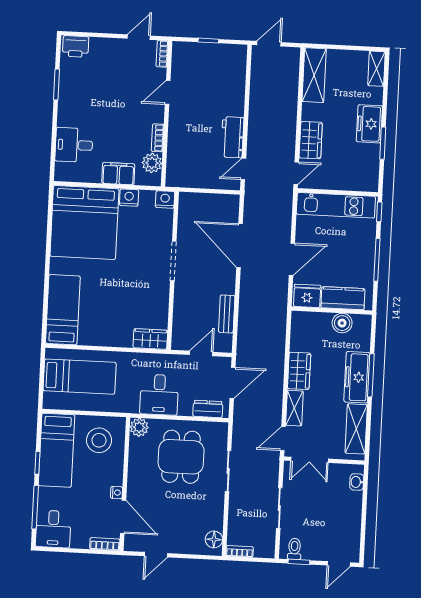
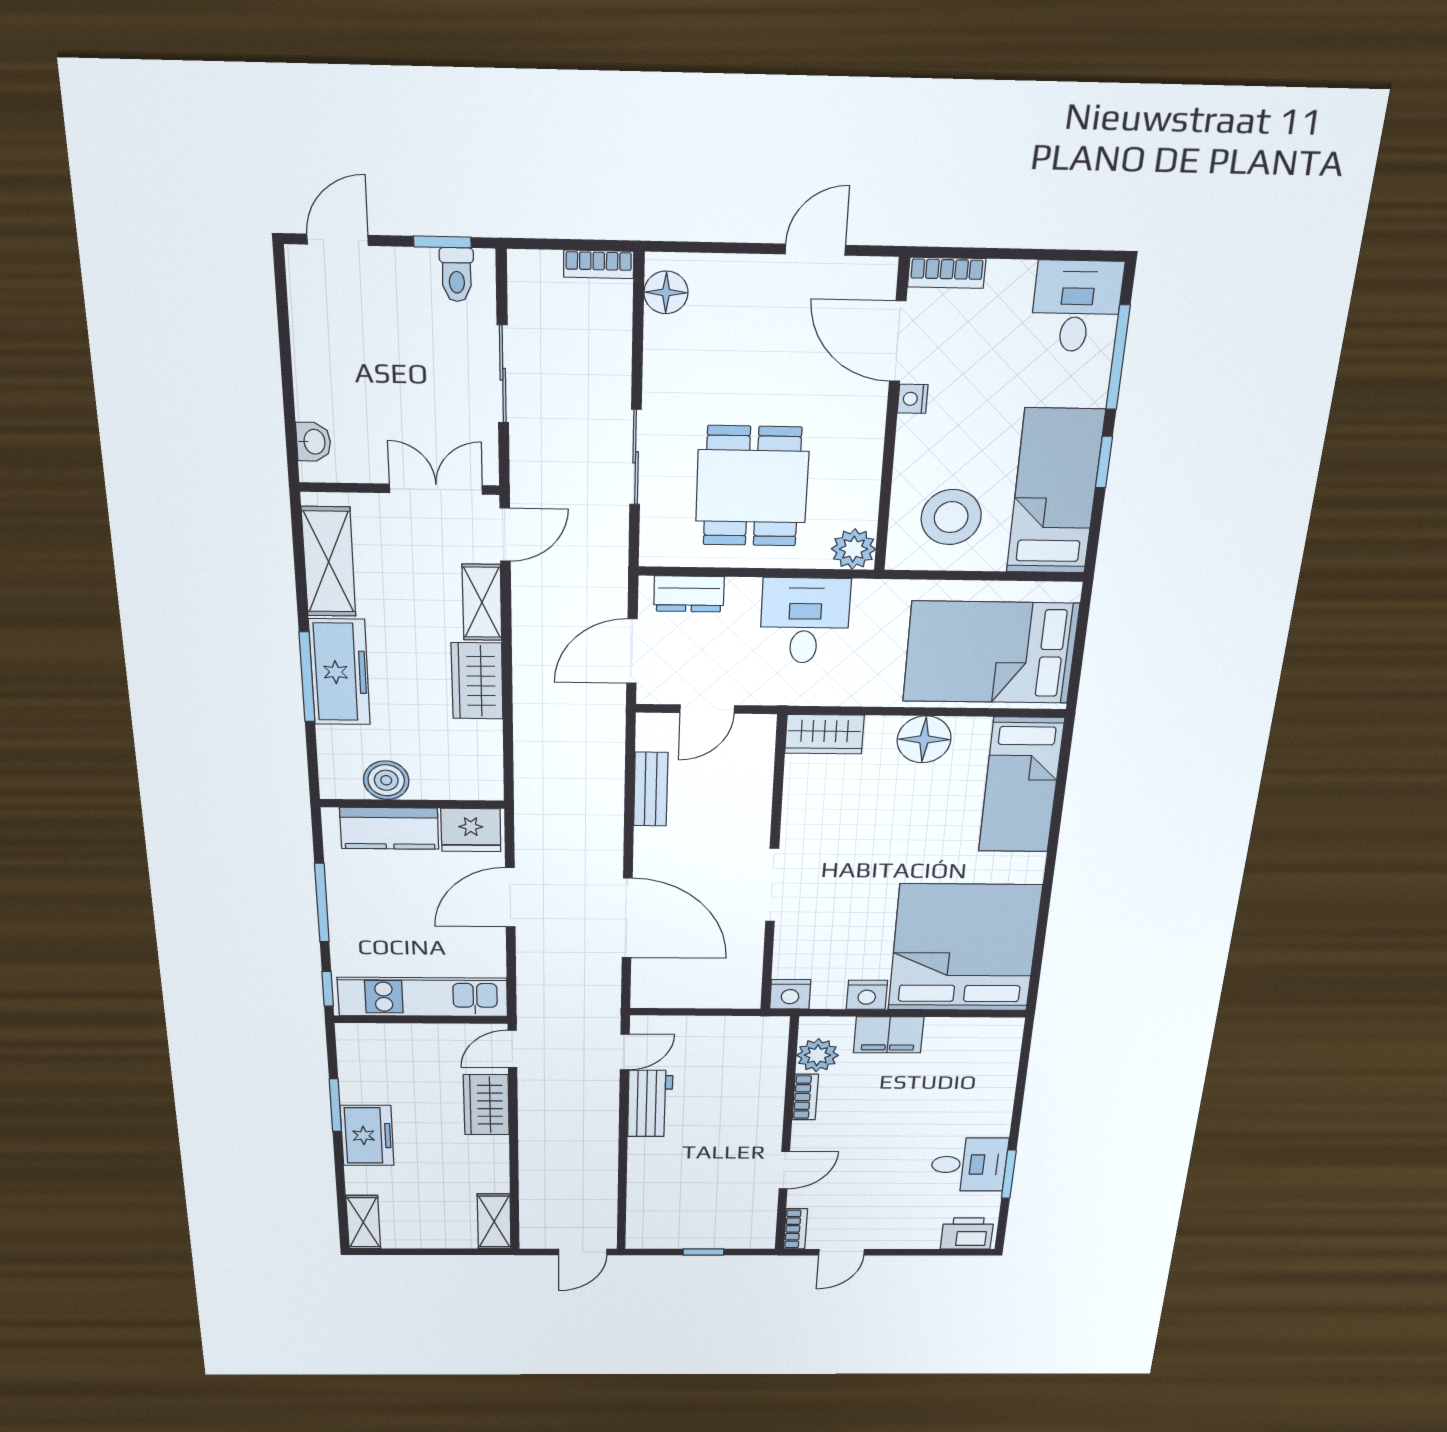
shelving: (314, 75) -> (494, 1222), width x0.67, depth x0.75
desk: (74, 145) -> (969, 1165), moved
floor lamp: (107, 335) -> (924, 739), added
bed: (80, 377) -> (991, 653), width x1.50

